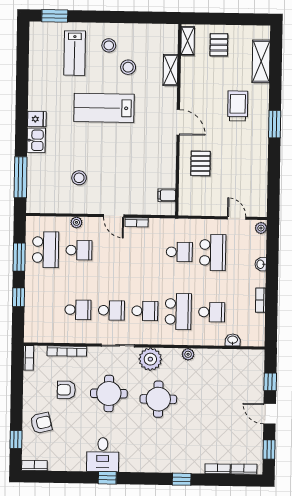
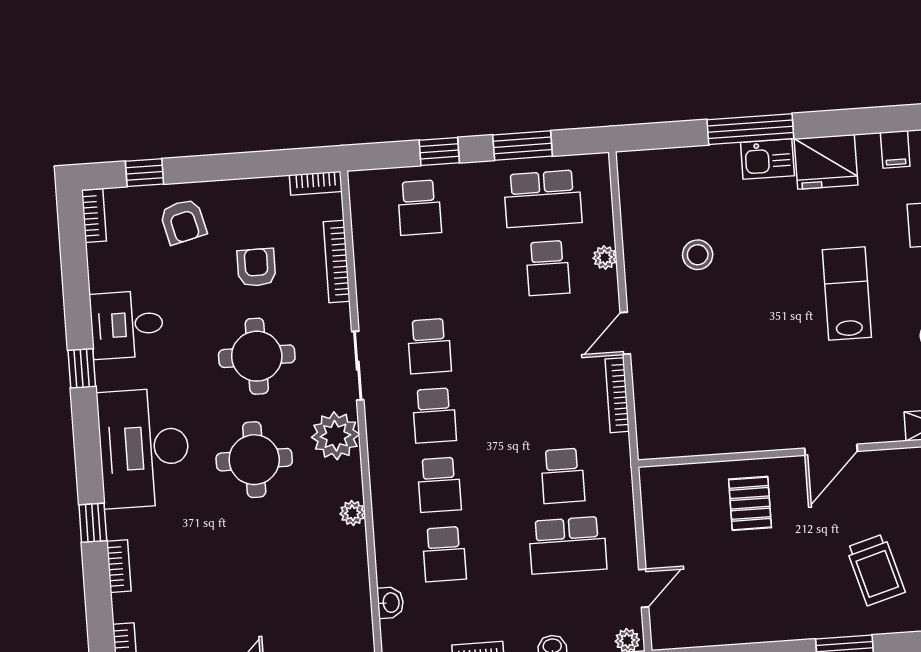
trolley: (238, 106) -> (876, 570), turned 74
lab bench: (104, 108) -> (847, 294), width x0.73, depth x0.72
fridge: (37, 119) -> (826, 162), width x1.88, depth x1.34
pallet: (200, 163) -> (750, 503), turned 90
window: (21, 177) -> (750, 129), moved
filing cabinet: (167, 195) -> (895, 149), moved, turned 180
bookcase: (137, 222) -> (617, 395), width x1.56
school desk: (78, 310) -> (419, 208), moved
school desk: (178, 312) -> (439, 485), width x0.54
desk: (148, 451) -> (144, 448), added
desk: (103, 455) -> (127, 325), moved
bookcase: (218, 469) -> (119, 566), moved

